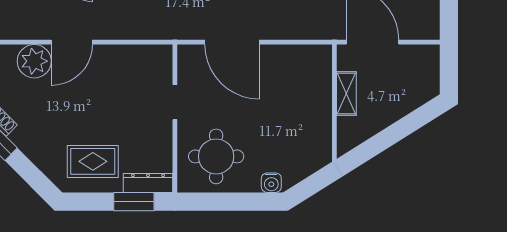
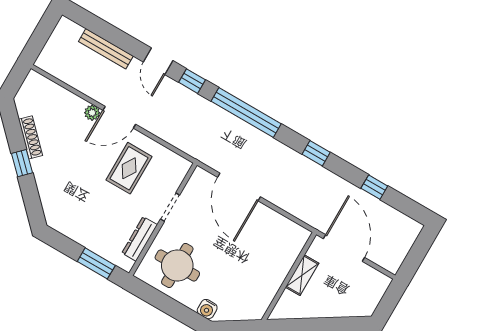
plant: (34, 61) -> (92, 113), width x0.53, depth x0.53
rug: (93, 161) -> (129, 168), moved, turned 90
dresser: (148, 183) -> (140, 239), moved, turned -90

